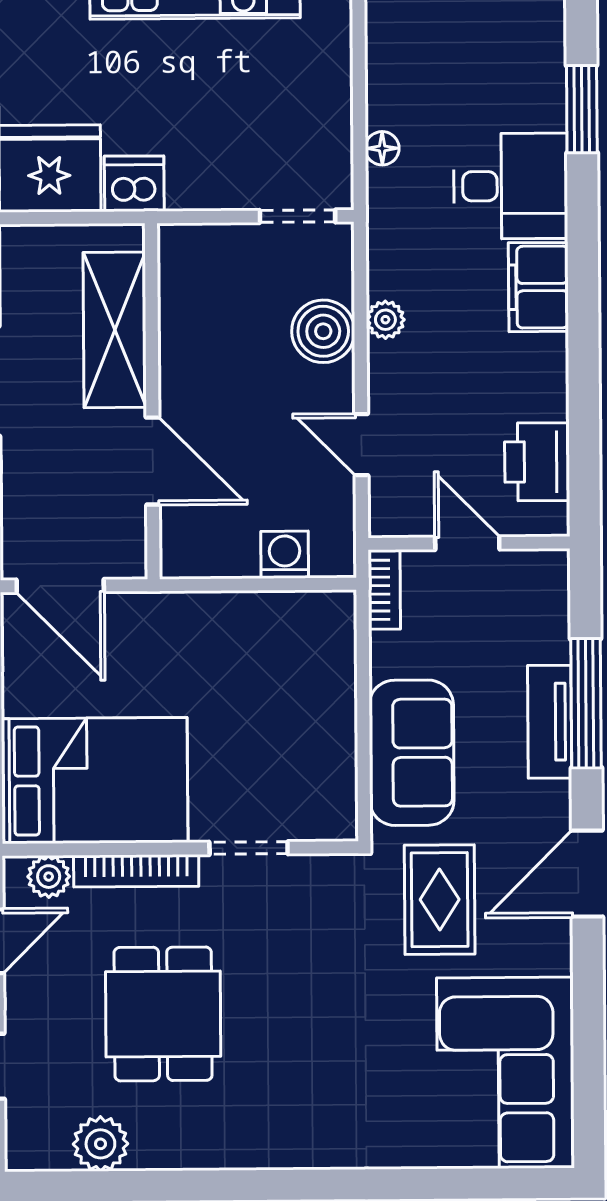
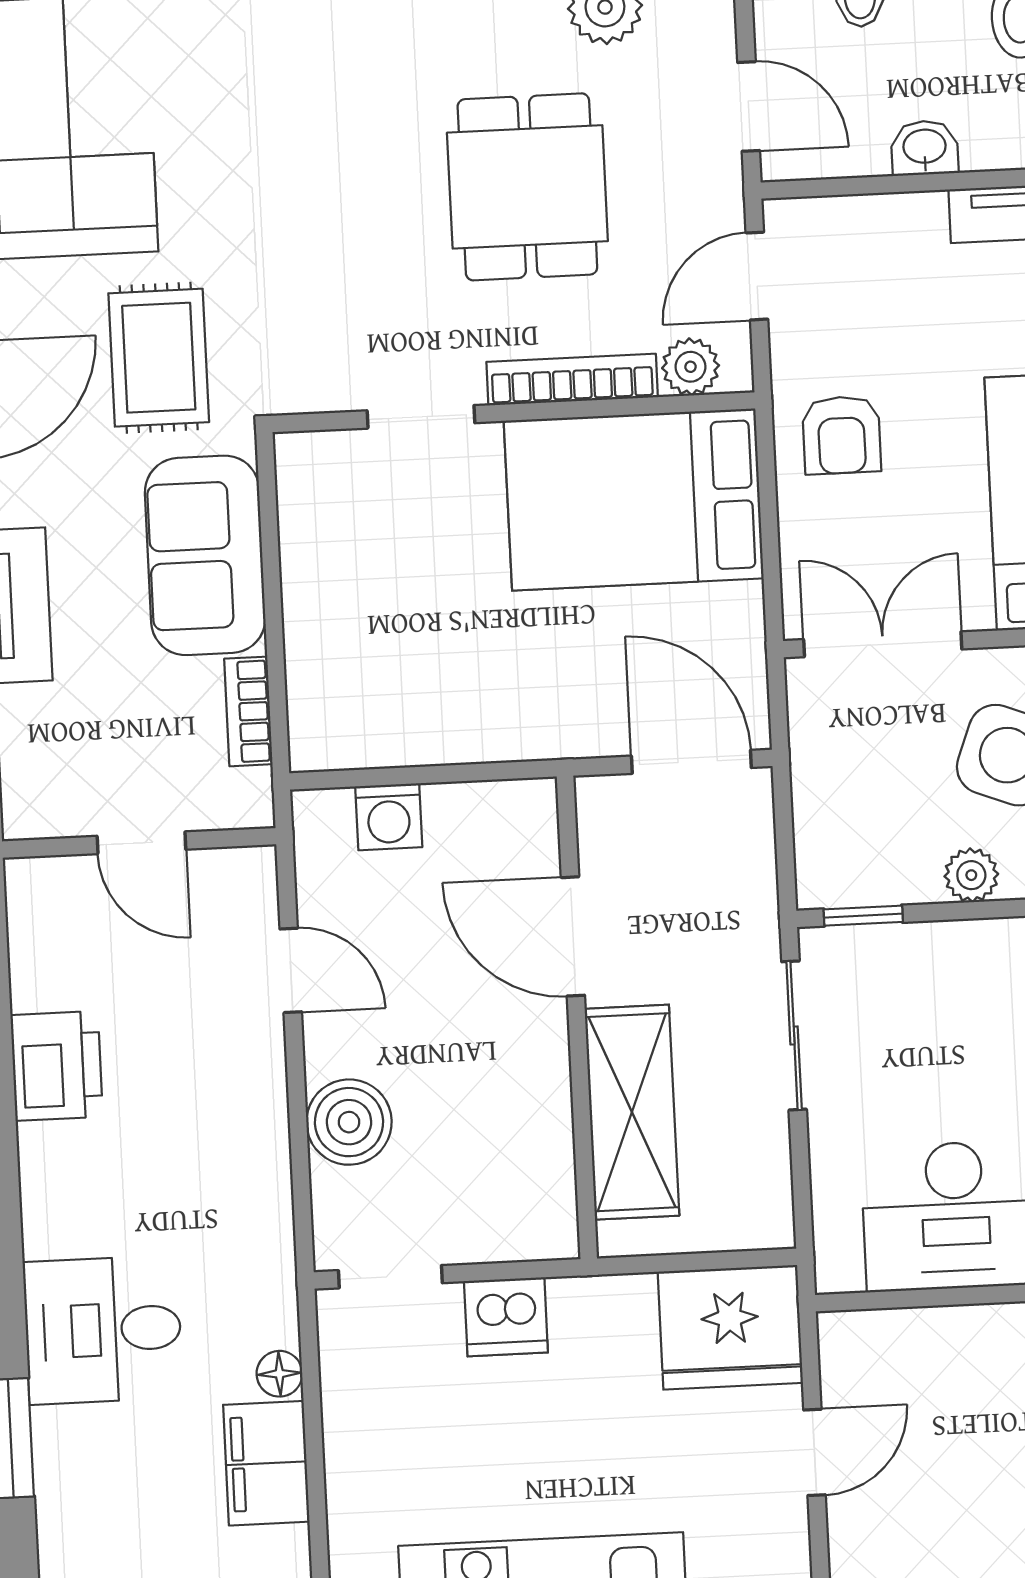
dishwasher: (134, 184) -> (506, 1317), moved
filing cabinet: (538, 287) -> (266, 1463), moved, turned 180
plant: (385, 320) -> (265, 1141), removed
printer: (537, 462) -> (57, 1066), moved
bookcase: (384, 590) -> (248, 711), moved

